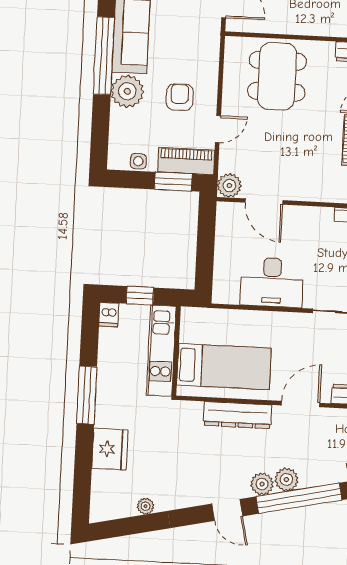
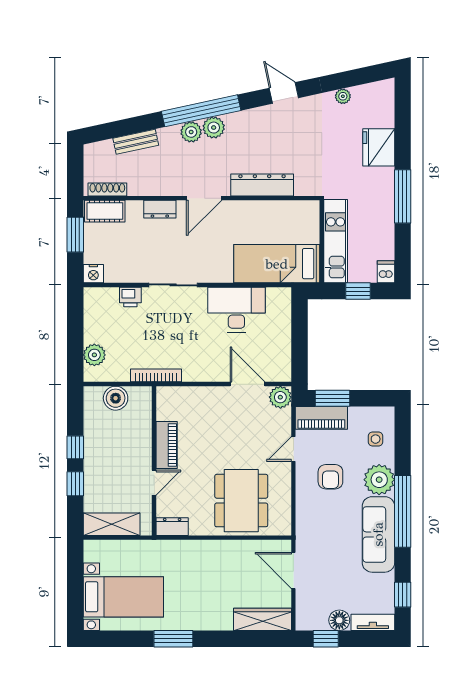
side table: (138, 161) -> (376, 439), moved
bed: (224, 367) -> (277, 264), moved
plant: (262, 484) -> (191, 132), moved
door: (227, 510) -> (284, 93), moved

